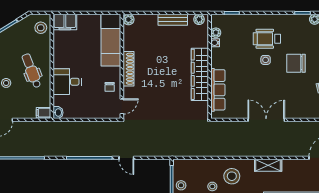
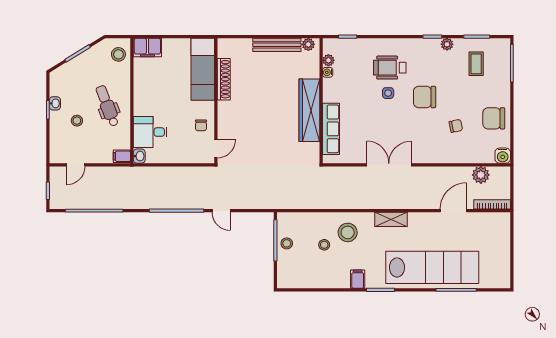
plant: (129, 20) -> (224, 45), removed
bench: (173, 20) -> (277, 45), width x1.36
shoe rack: (129, 69) -> (224, 79), moved
desk: (67, 82) -> (150, 132), moved

